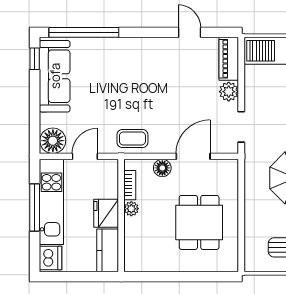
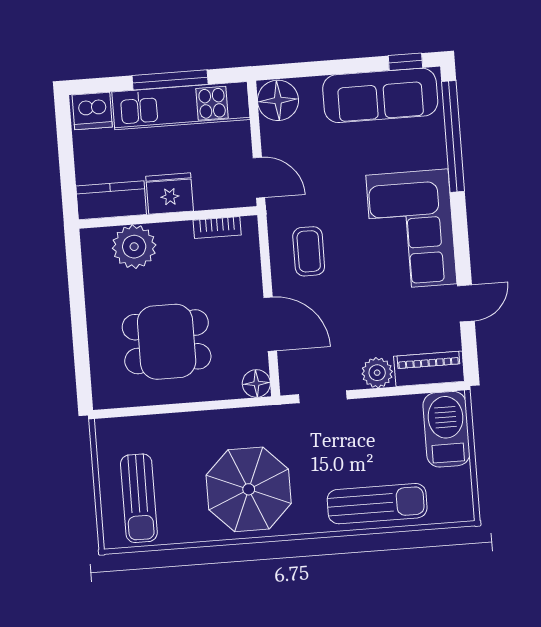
corner sofa: (140, 63) -> (411, 230), added
coffee table: (132, 139) -> (309, 251), moved
door: (85, 156) -> (259, 178), moved
floor lamp: (162, 168) -> (256, 383), moved
plant: (131, 209) -> (134, 247), moved, width x1.87, depth x1.87

